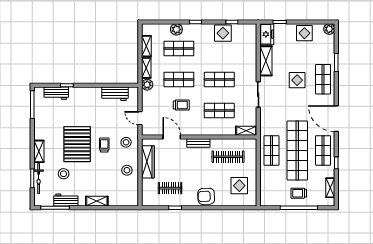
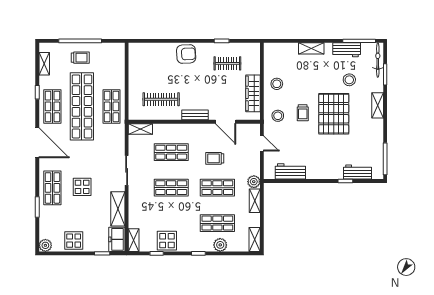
shelving: (252, 34) -> (134, 240), added
shelving: (146, 46) -> (255, 239), moved
bicycle: (39, 179) -> (378, 60), moved
display table: (239, 186) -> (148, 66), removed

